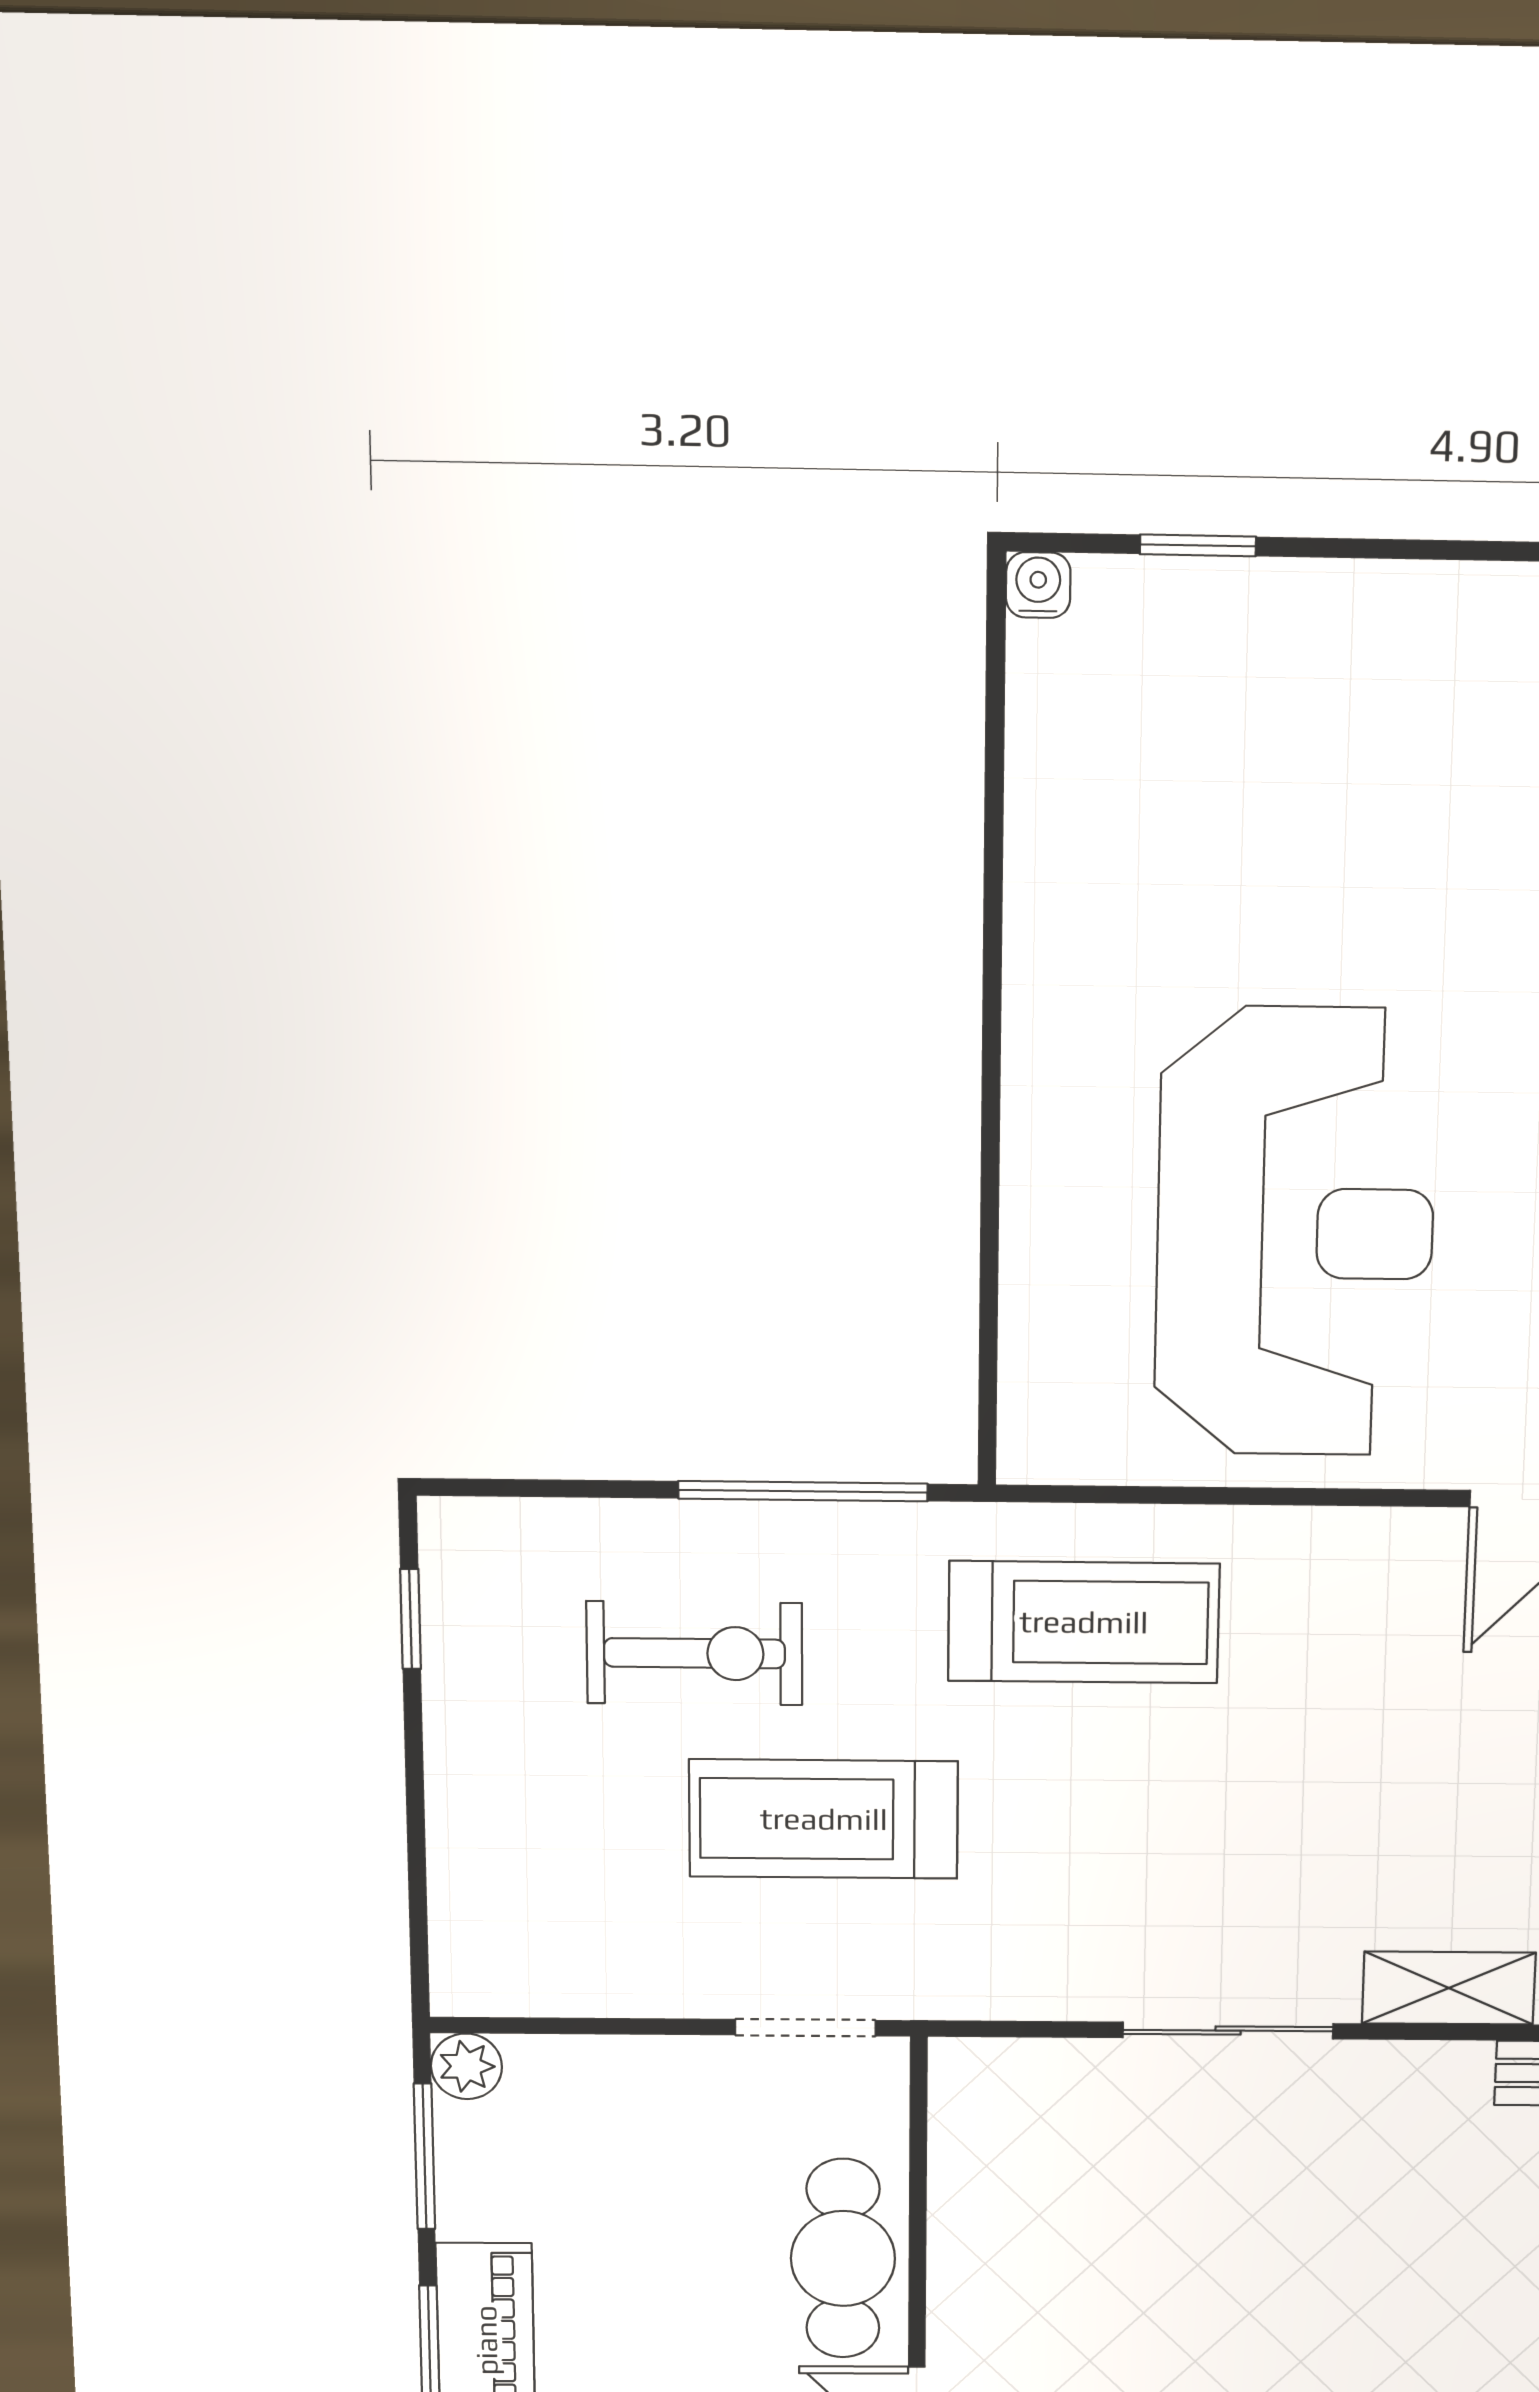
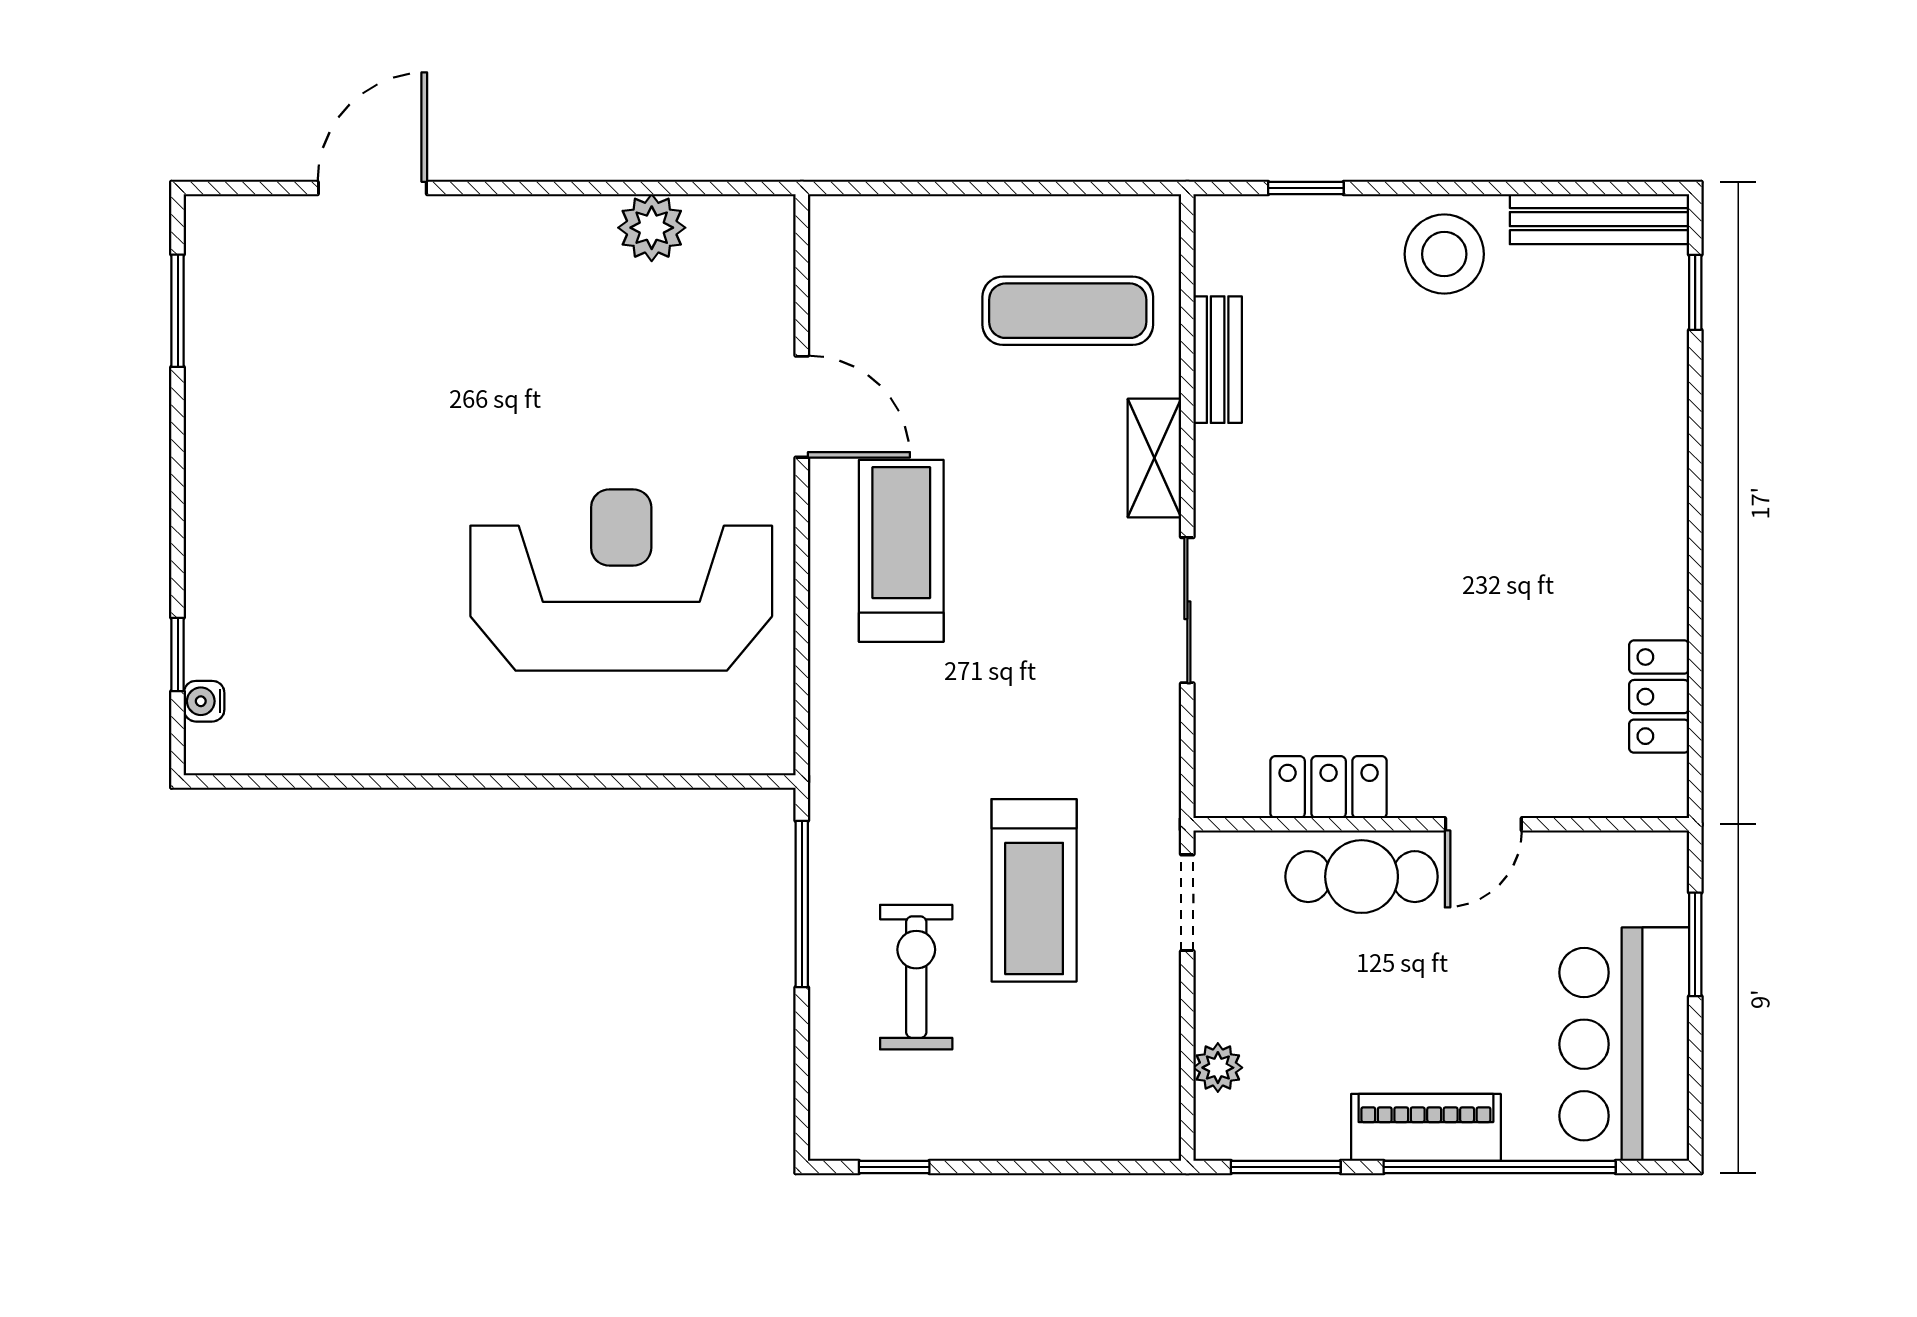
water cooler: (1038, 585) -> (204, 701), moved
treadmill: (1084, 1622) -> (901, 551), moved
plant: (467, 2066) -> (1218, 1068), moved
locker: (971, 2216) -> (1329, 787), added

